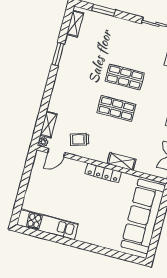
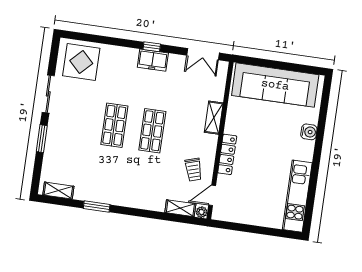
window: (104, 10) -> (42, 139), moved
door: (56, 153) -> (212, 195), swing flipped
locker: (103, 173) -> (227, 154), moved
water cooler: (100, 240) -> (309, 132), added

